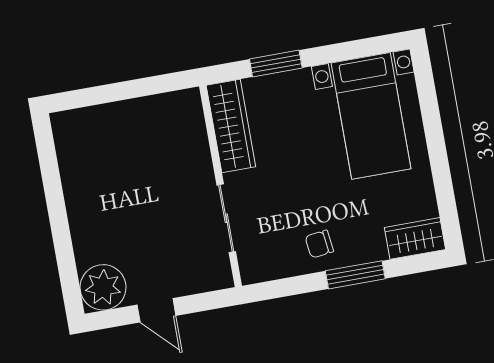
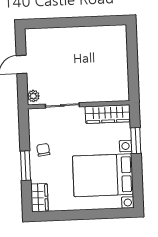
bed with nightstands: (371, 116) -> (103, 175), width x1.36
plant: (103, 287) -> (33, 96), moved, width x0.53, depth x0.53

